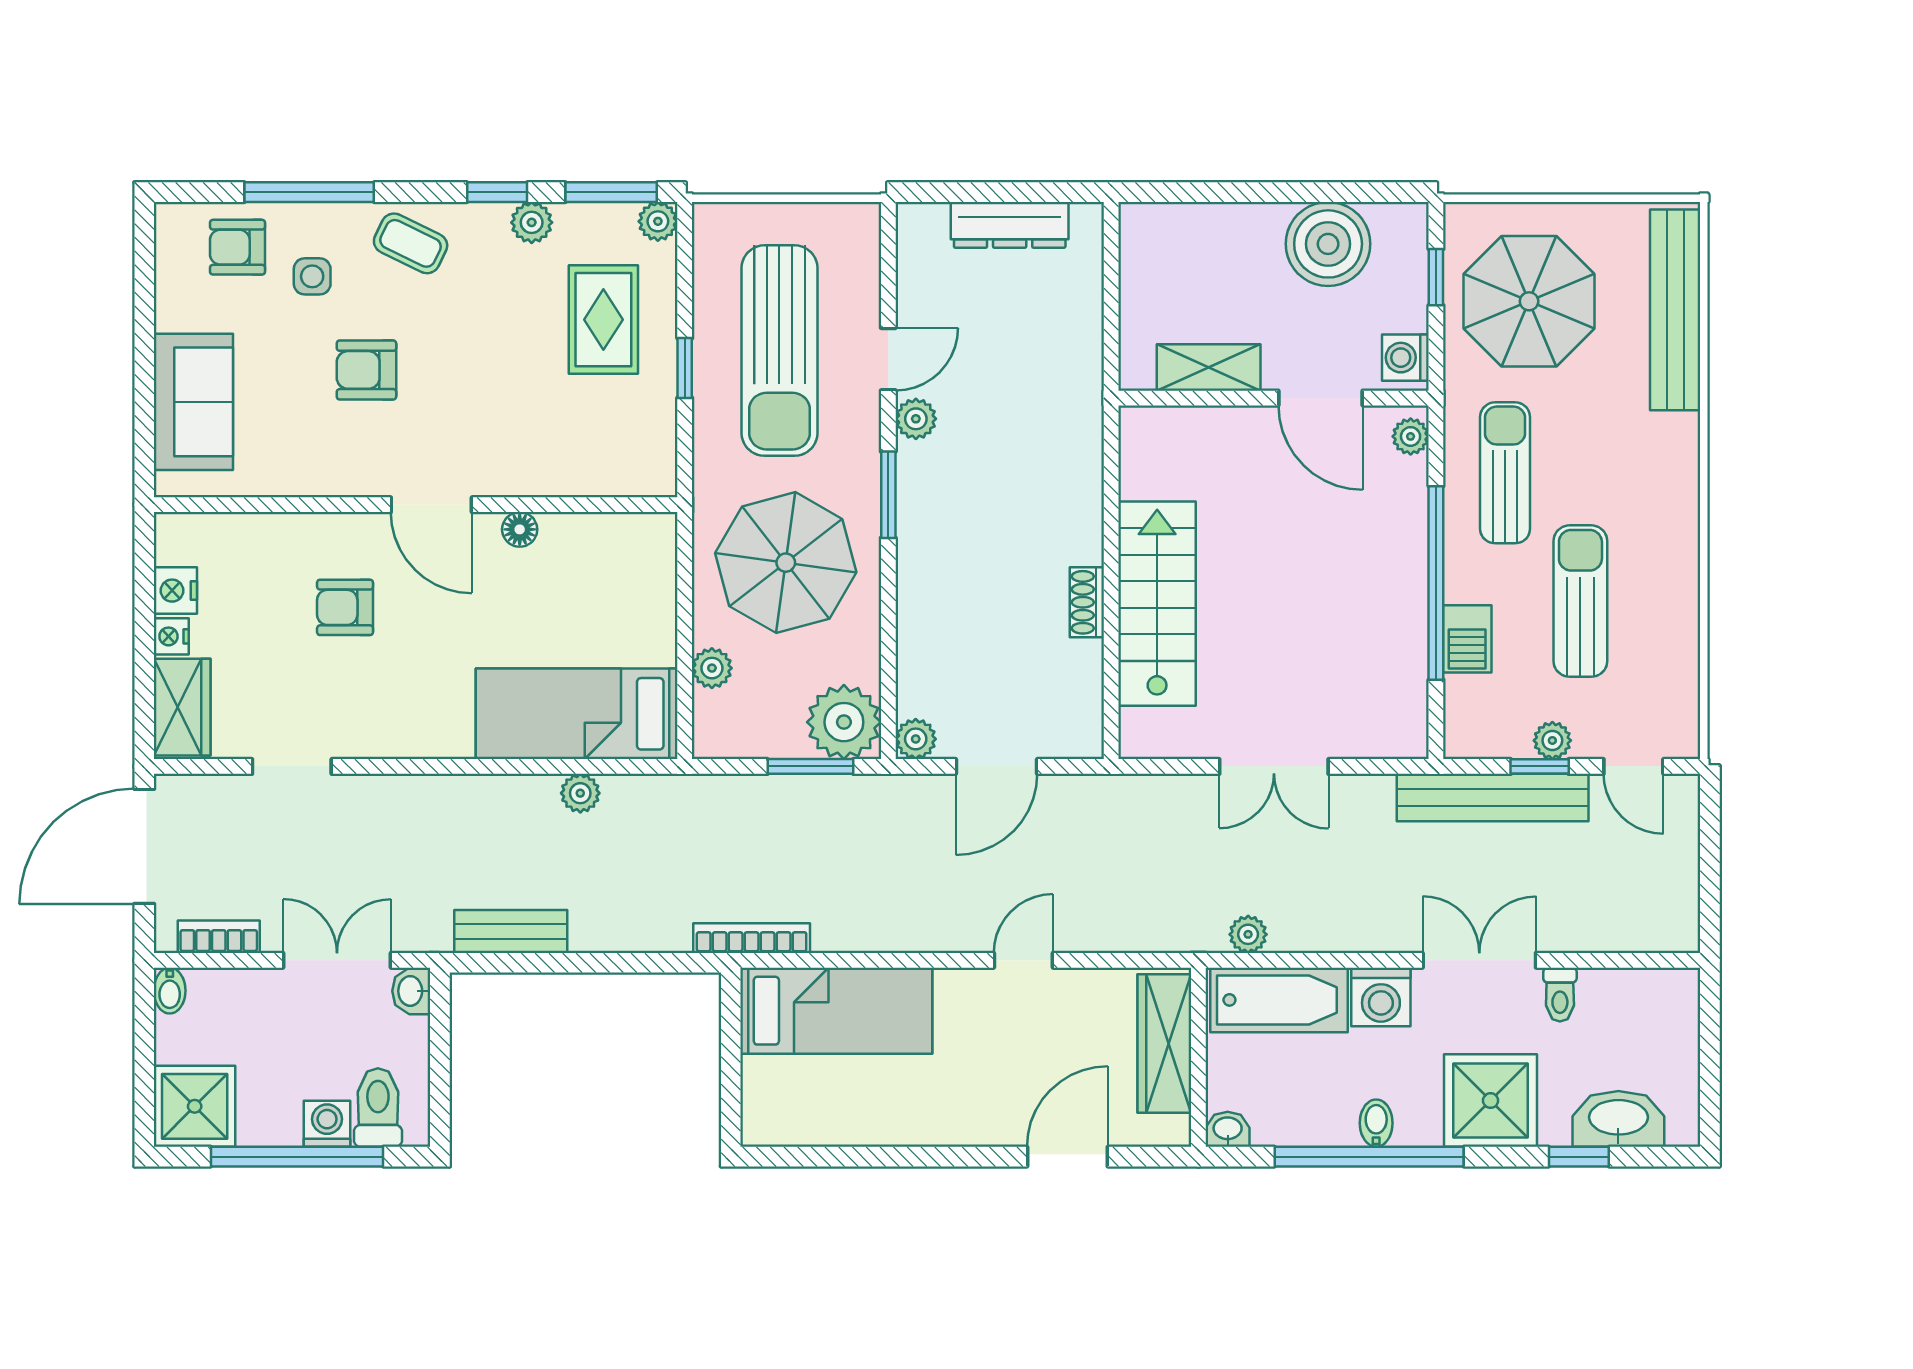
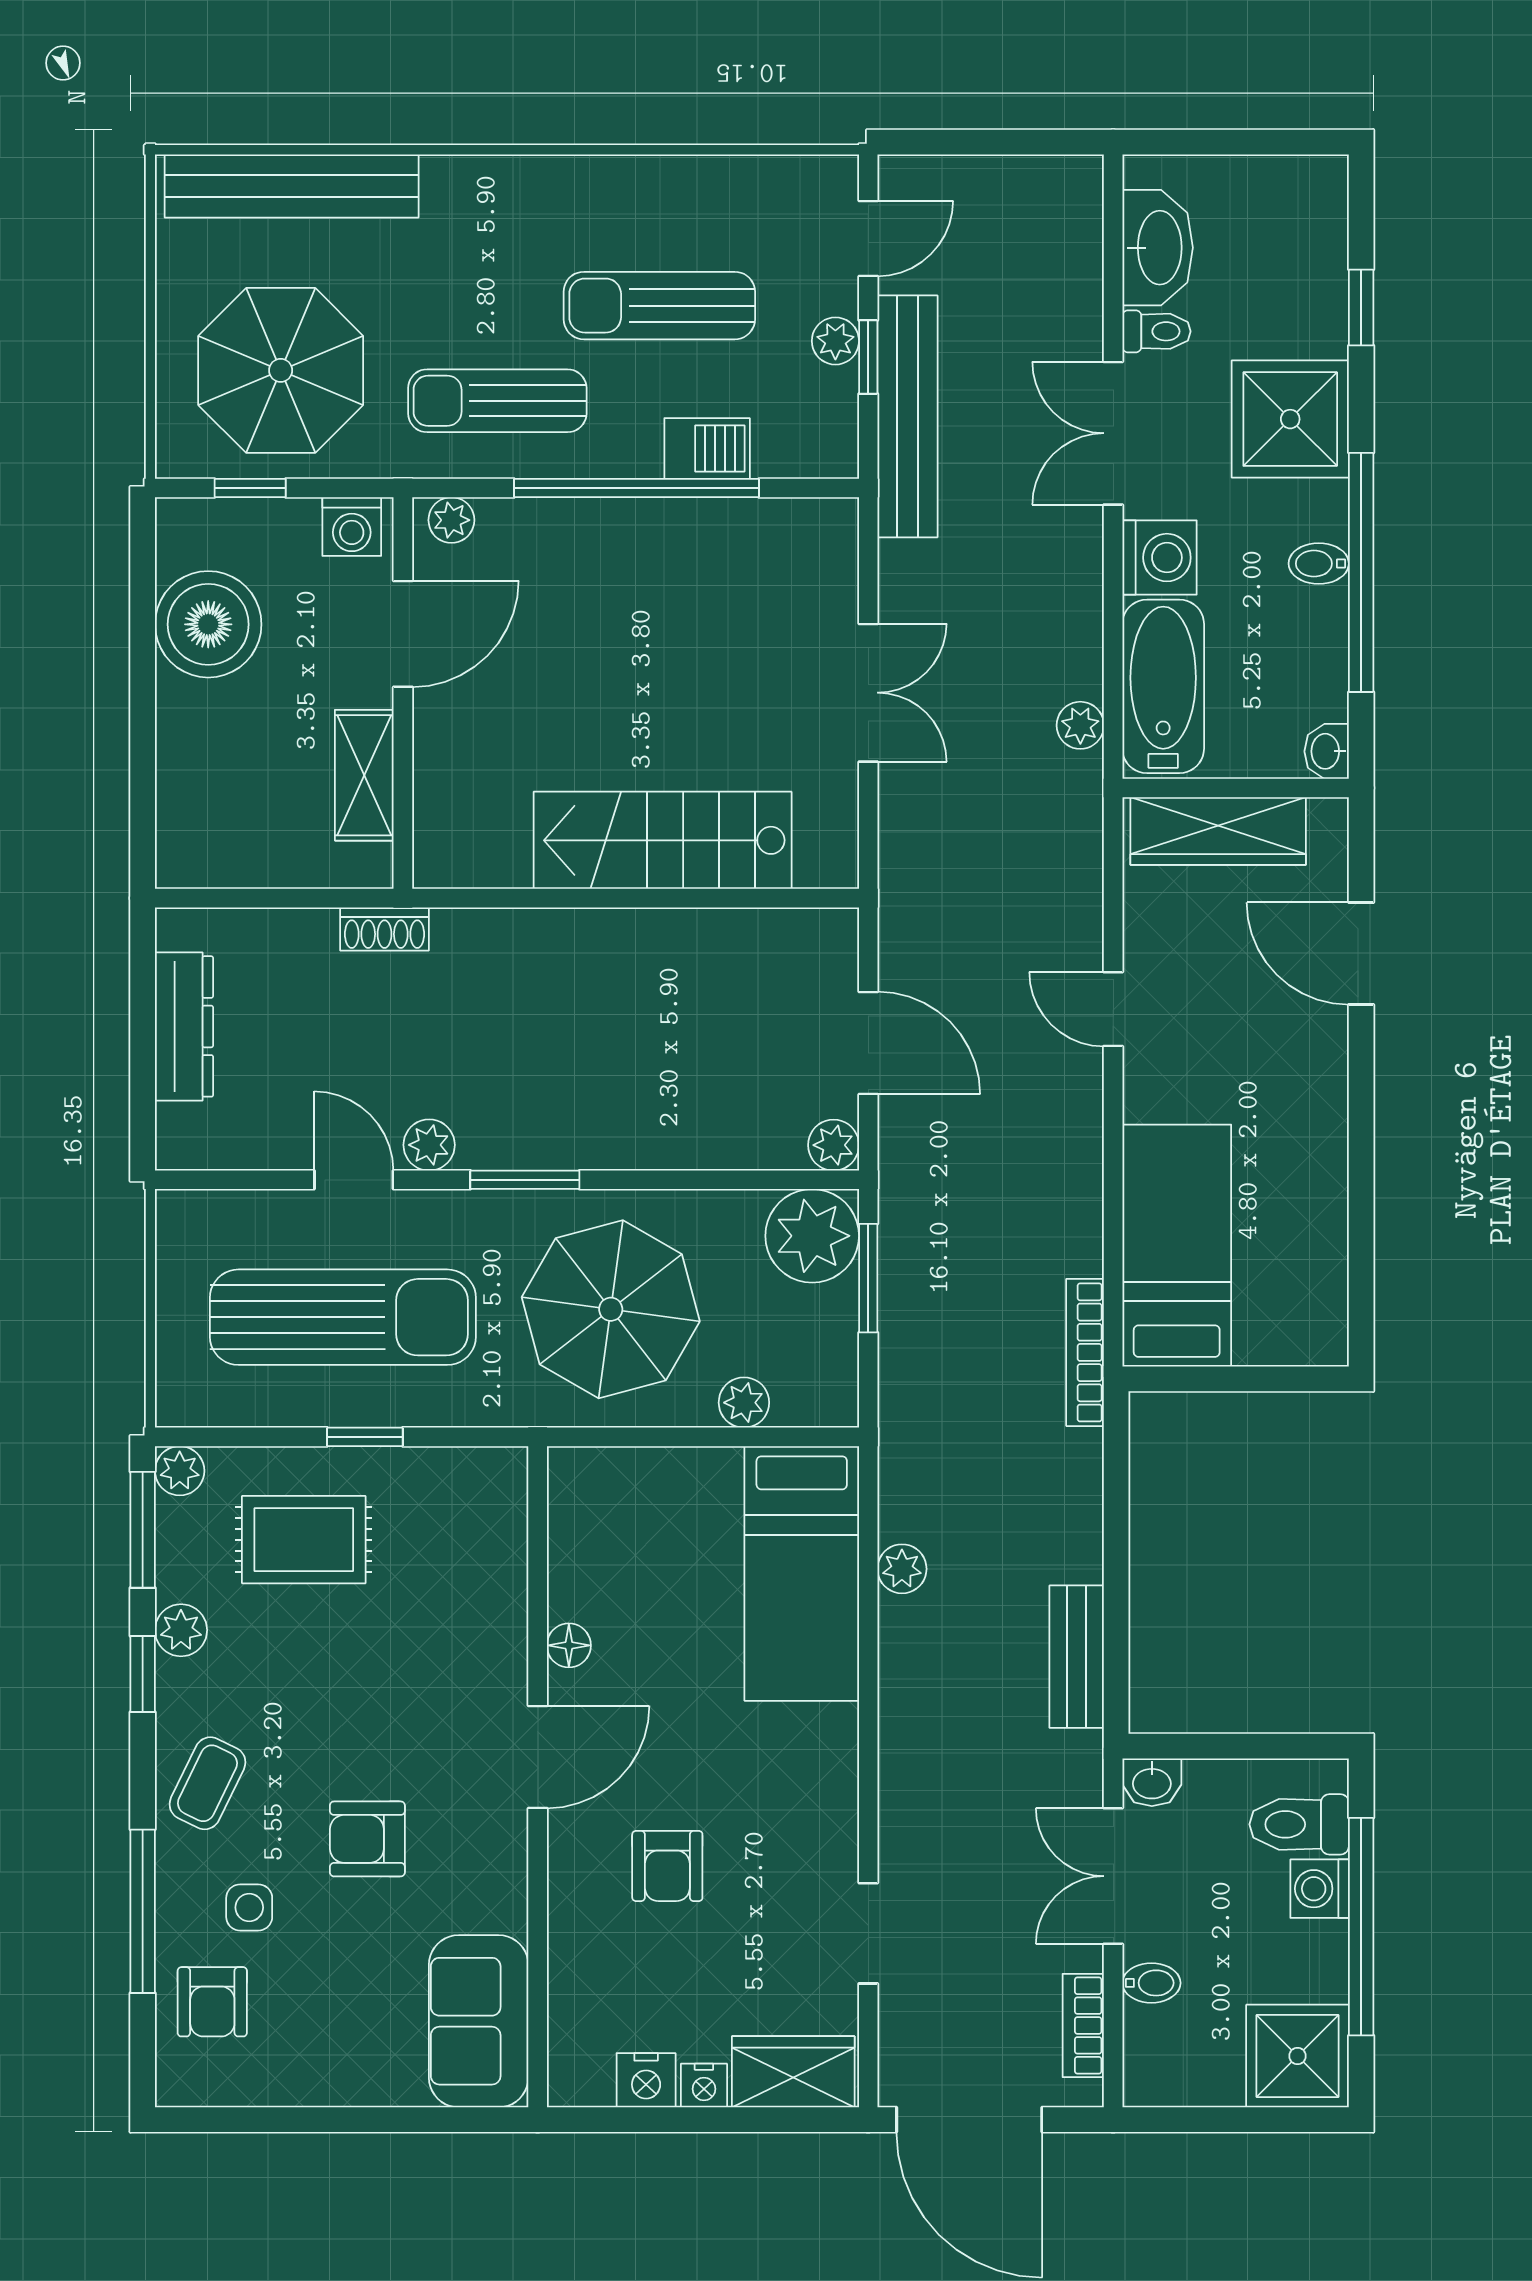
armchair: (366, 370) -> (367, 1839), turned 90
sofa: (193, 402) -> (479, 2021), moved, turned -90
shoe rack: (1087, 602) -> (385, 929), moved
bidet: (170, 991) -> (1151, 1983), moved
washbasin: (1618, 1119) -> (1158, 248), moved, turned 180

